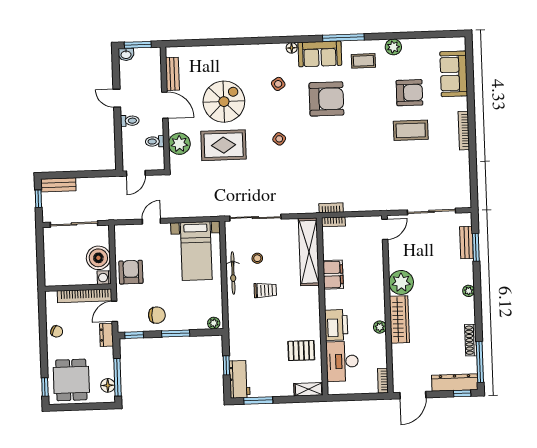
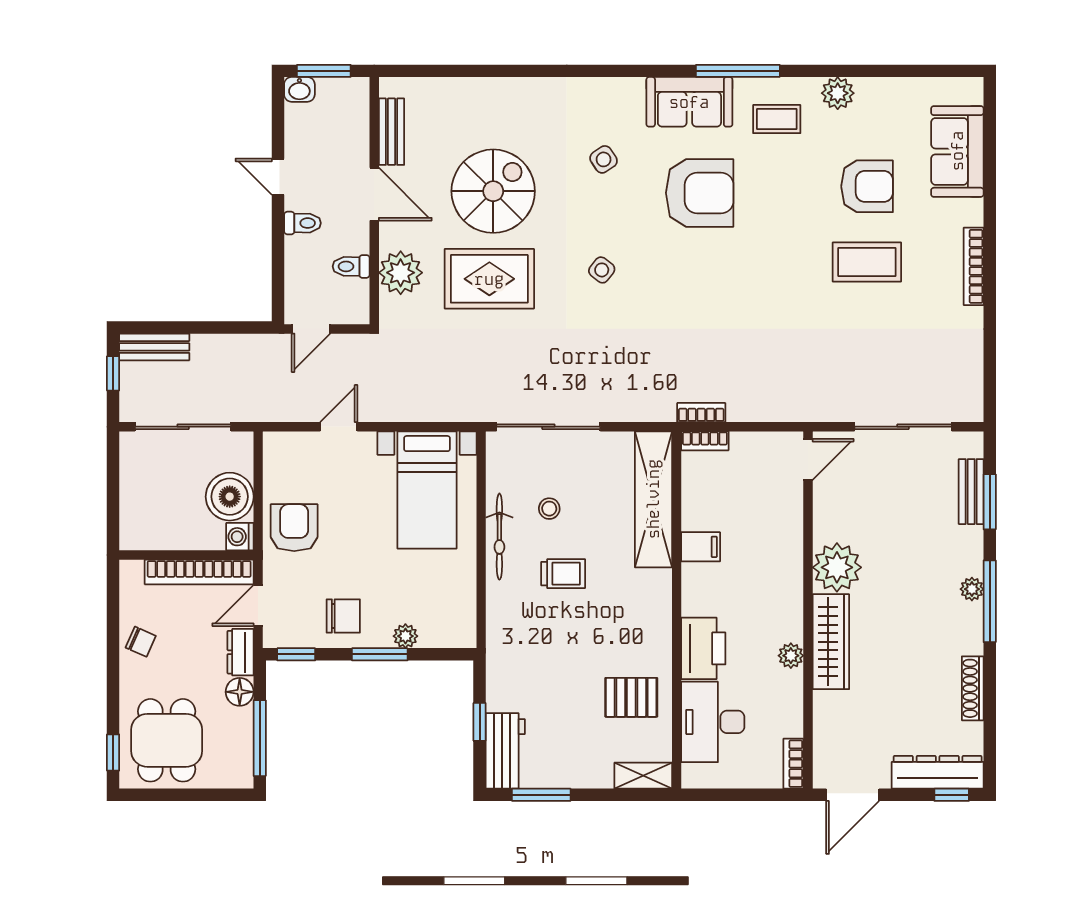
floor lamp: (292, 48) -> (633, 88), removed
filing cabinet: (333, 275) -> (701, 547), width x0.50
plant: (214, 323) -> (405, 636), moved
window: (480, 362) -> (990, 601), moved
floor lamp: (108, 385) -> (240, 692), moved

